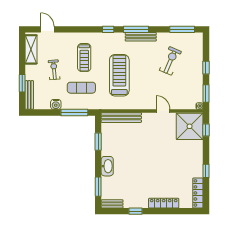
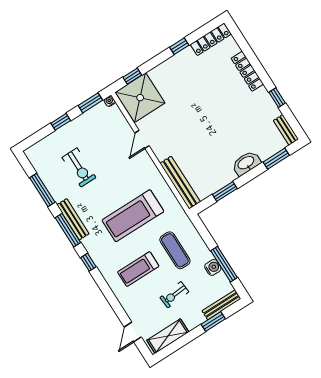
window: (182, 29) -> (42, 190), moved
treadmill: (84, 58) -> (138, 269), turned 180
exercise bike: (170, 61) -> (79, 168), turned -113
window: (74, 113) -> (224, 264), moved

